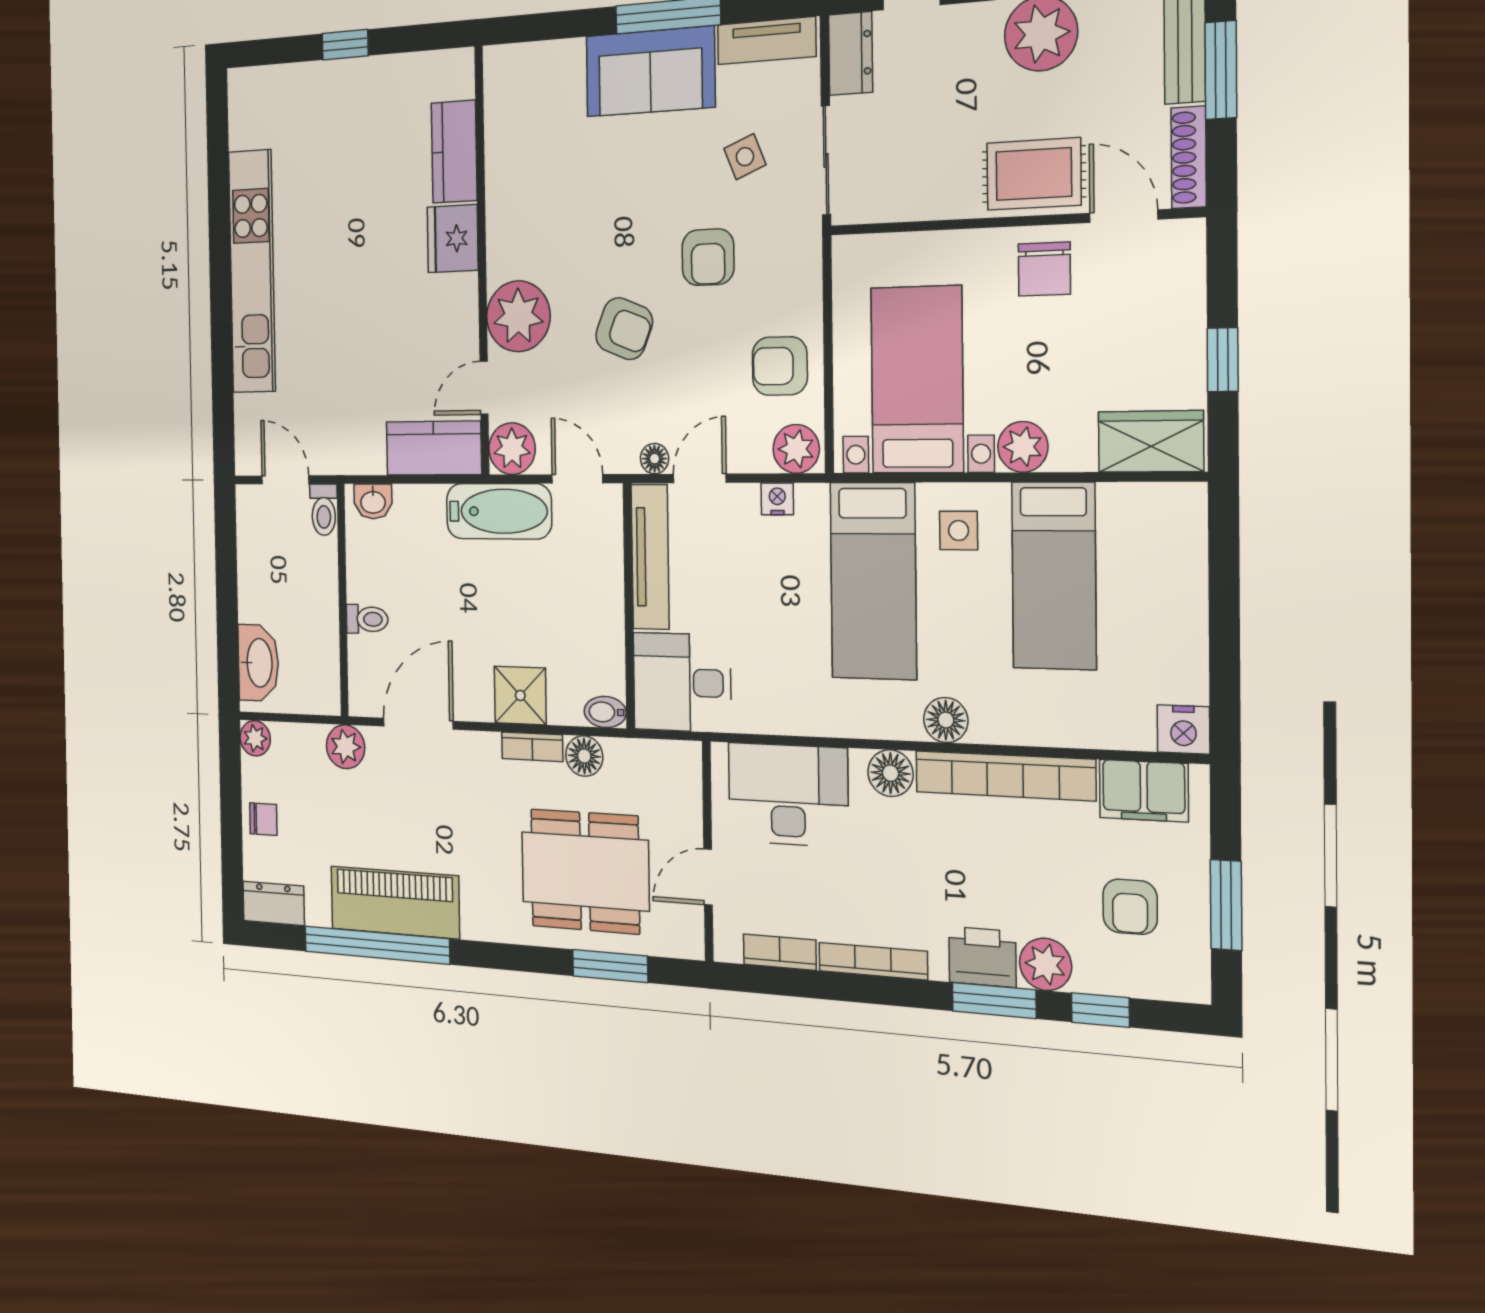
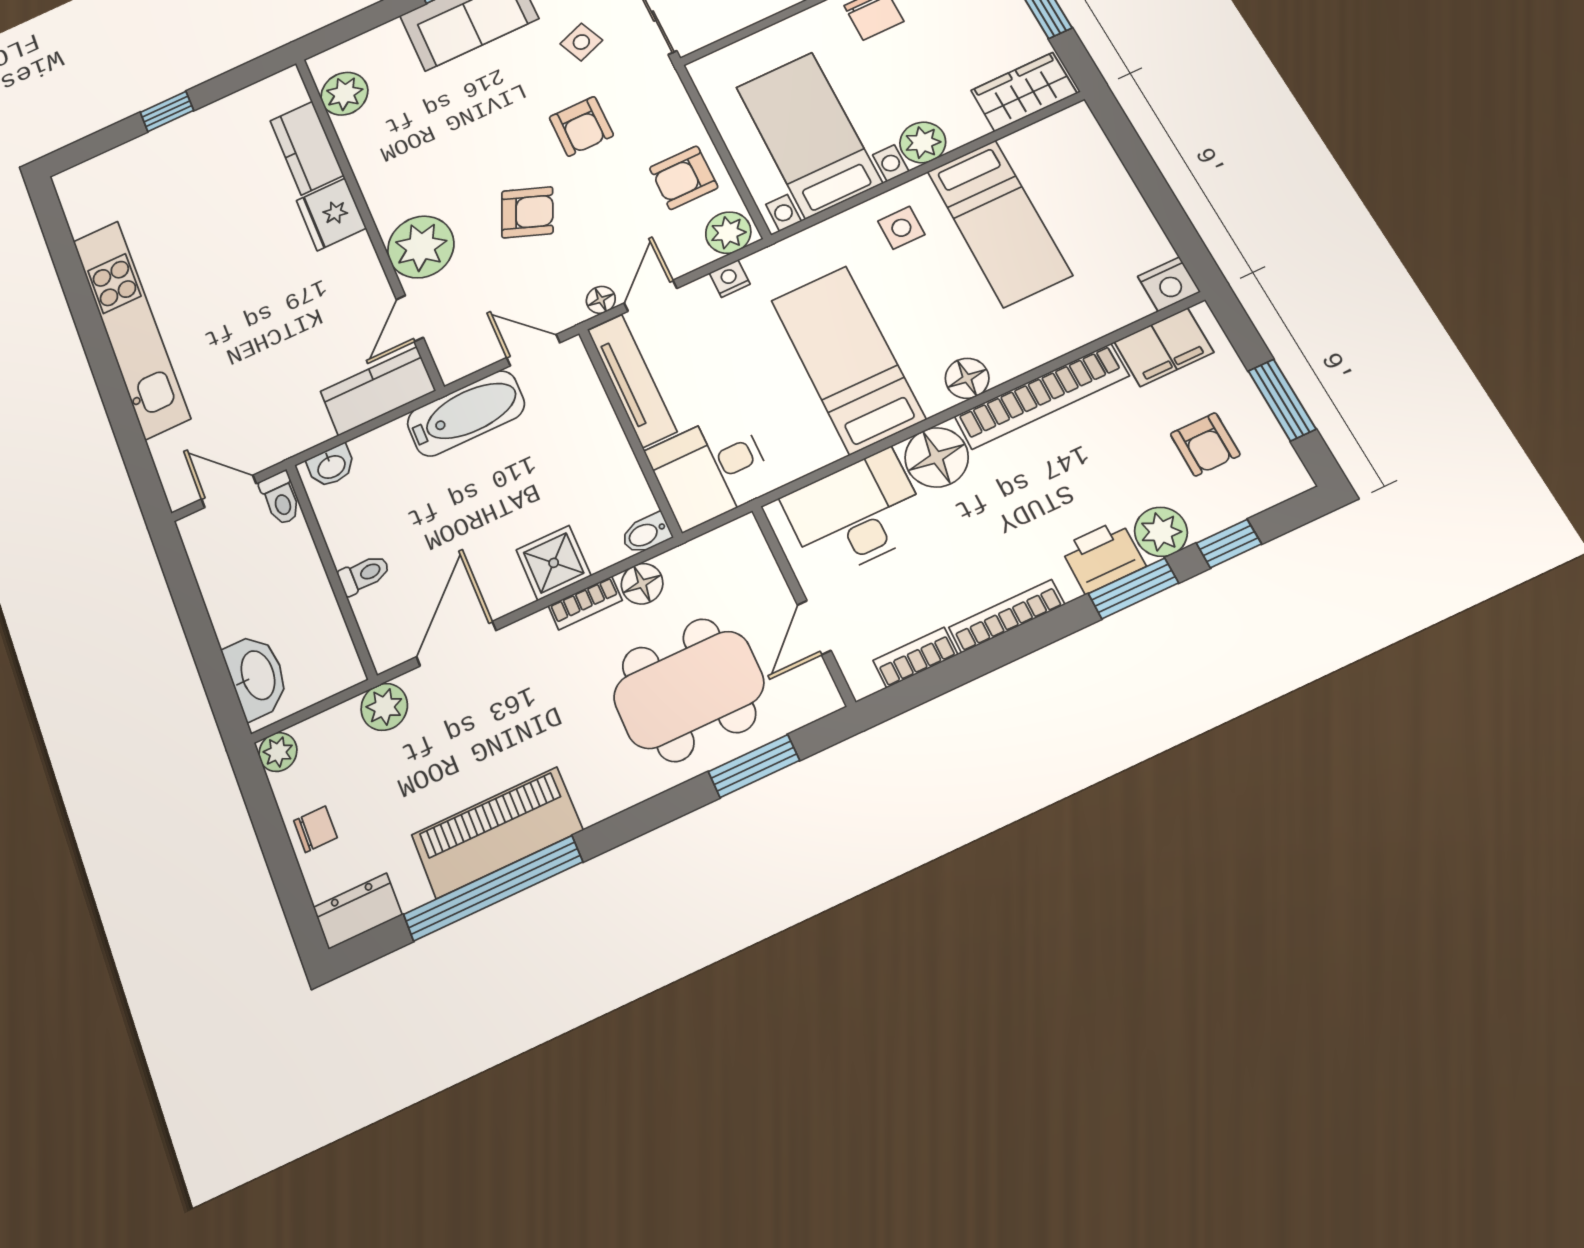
plant: (512, 449) -> (344, 94), moved
bed: (873, 581) -> (848, 359), moved, turned 180
floor lamp: (890, 773) -> (937, 457), width x1.38, depth x1.38

